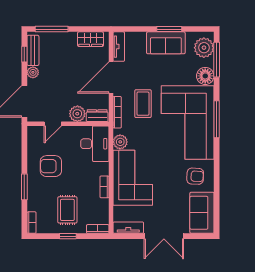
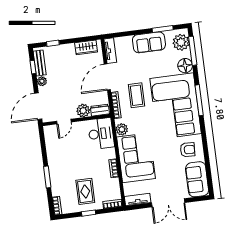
window: (52, 29) -> (53, 43), width x0.46
window: (169, 29) -> (163, 29), moved
armchair: (51, 166) -> (67, 157), removed

